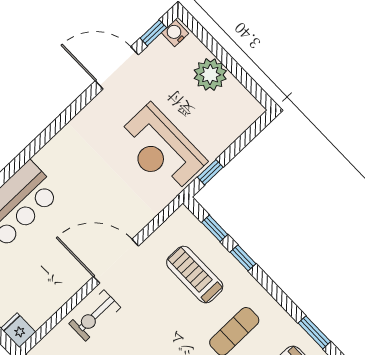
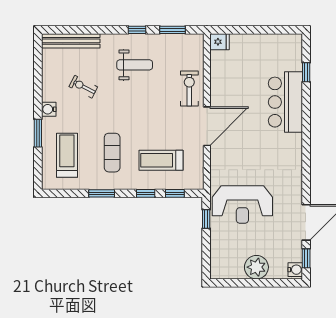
reception desk: (161, 149) -> (242, 205), turned 180
treadmill: (195, 275) -> (161, 160), turned 180
window: (314, 332) -> (102, 193), moved

